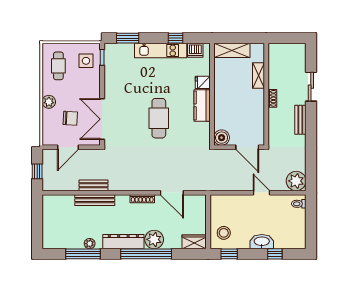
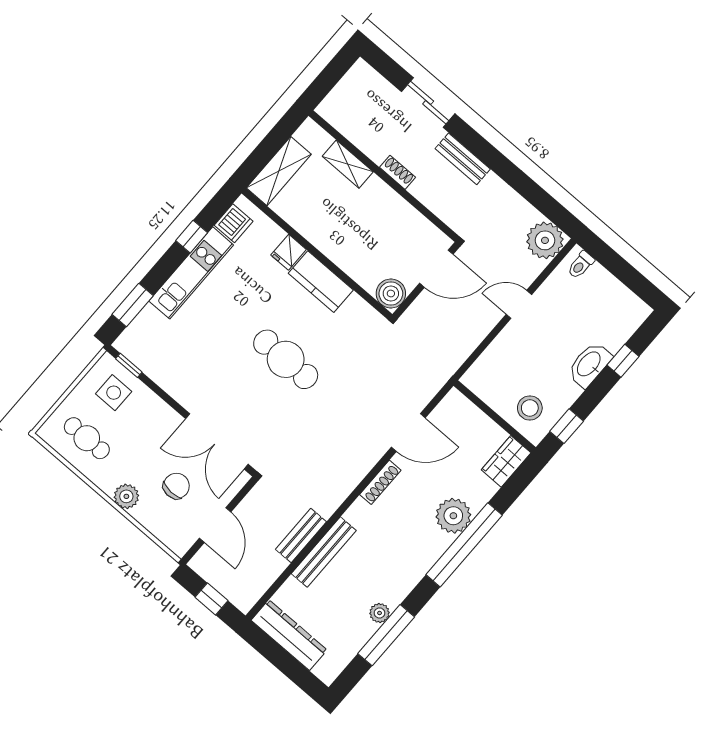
dresser: (123, 242) -> (289, 635), moved, turned 90

